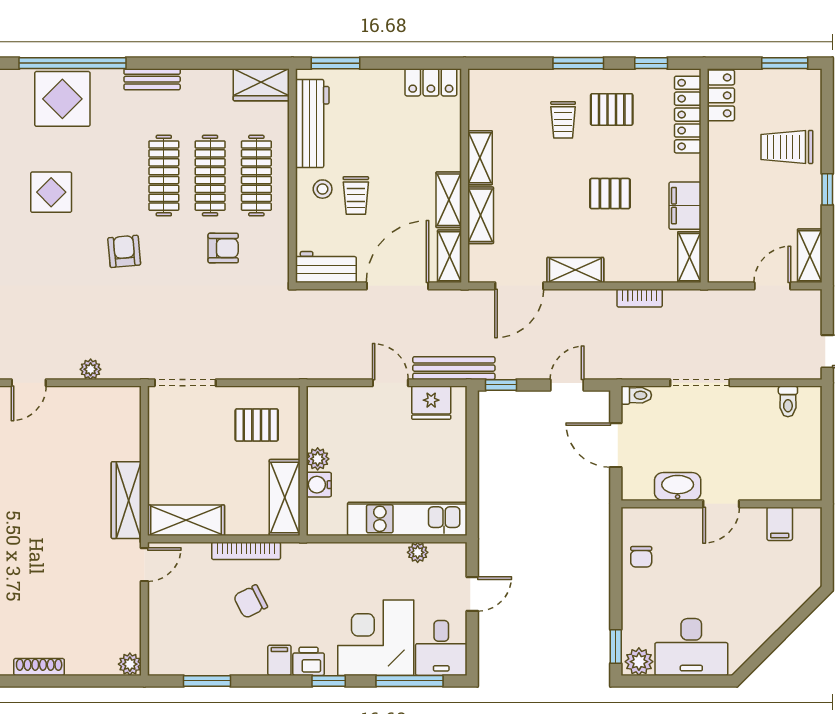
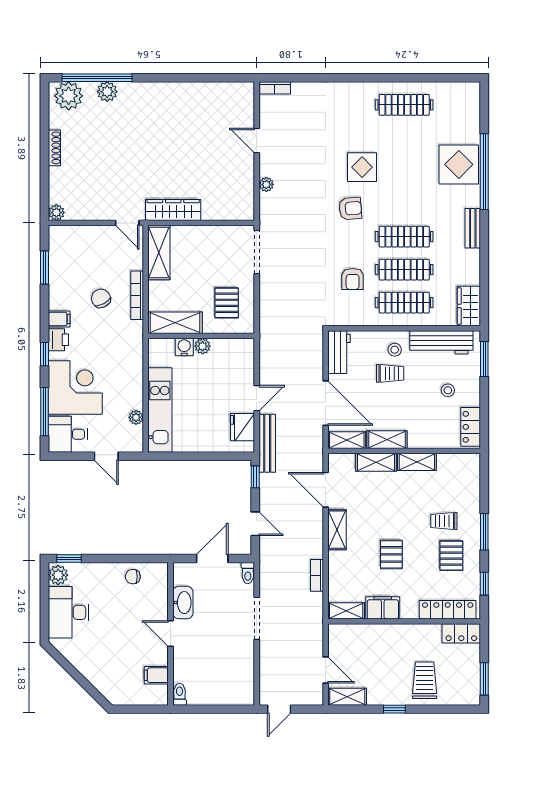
stool: (380, 114) -> (448, 390), added
display table: (51, 192) -> (362, 167), moved
trolley: (356, 195) -> (390, 373), turned 180
toilet: (788, 401) -> (180, 694), moved, turned 90

